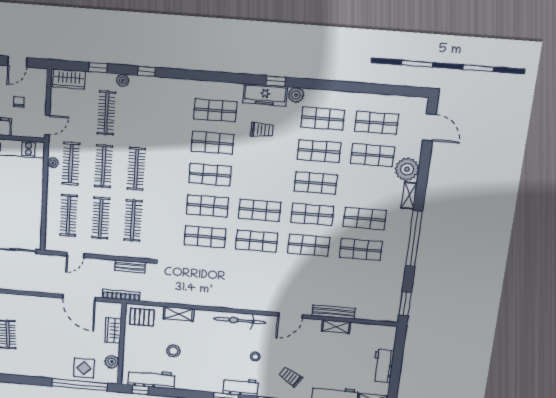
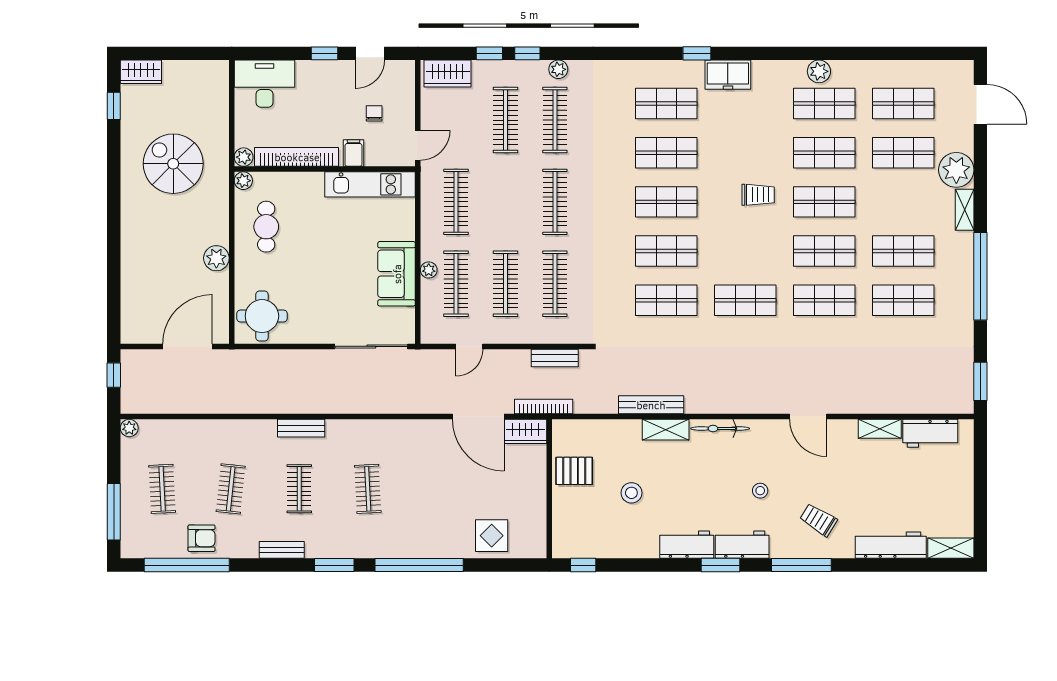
window: (147, 71) -> (527, 53), moved
plant: (123, 80) -> (558, 69), moved
window: (276, 81) -> (697, 53), moved
freezer: (265, 95) -> (728, 75), width x0.71
plant: (296, 95) -> (819, 71), moved
trolley: (262, 130) -> (758, 195), moved
plant: (53, 163) -> (429, 270), moved
clothes rail: (104, 166) -> (555, 120), moved
sofa: (30, 206) -> (397, 274), added
shop shelf: (260, 210) -> (745, 251), removed
bench: (334, 312) -> (651, 405), moved
shelving: (179, 314) -> (666, 430), moved
door: (291, 315) -> (808, 417), hinge flipped
pallet: (142, 317) -> (574, 471), moved
bicycle: (240, 321) -> (720, 428), width x0.73, depth x0.71
wardrobe: (113, 330) -> (526, 431), moved, turned -90
plant: (112, 362) -> (535, 520), removed
workbench: (383, 366) -> (930, 433), moved, turned -90
workbench: (151, 379) -> (687, 545), moved, width x0.73
window: (80, 385) -> (419, 565), moved

